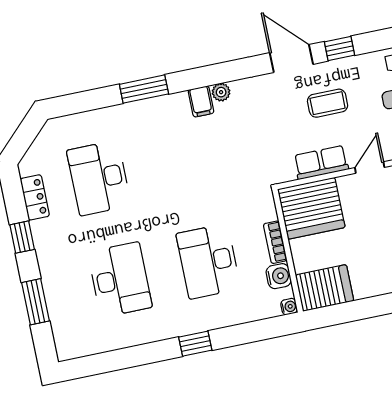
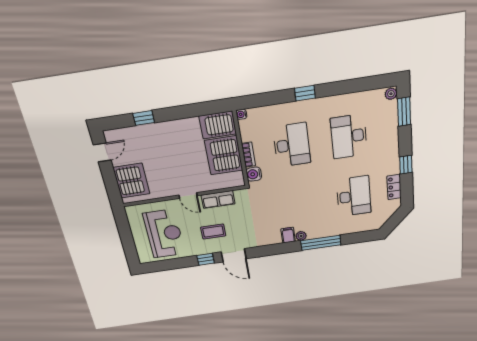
window: (144, 89) -> (321, 243), width x1.44
plant: (221, 92) -> (301, 236), moved
door: (370, 168) -> (188, 195), hinge flipped
server rack: (311, 208) -> (224, 155), moved, turned -90
water cooler: (279, 276) -> (254, 174), moved
window: (36, 302) -> (404, 112), moved
plant: (65, 349) -> (391, 94), added

